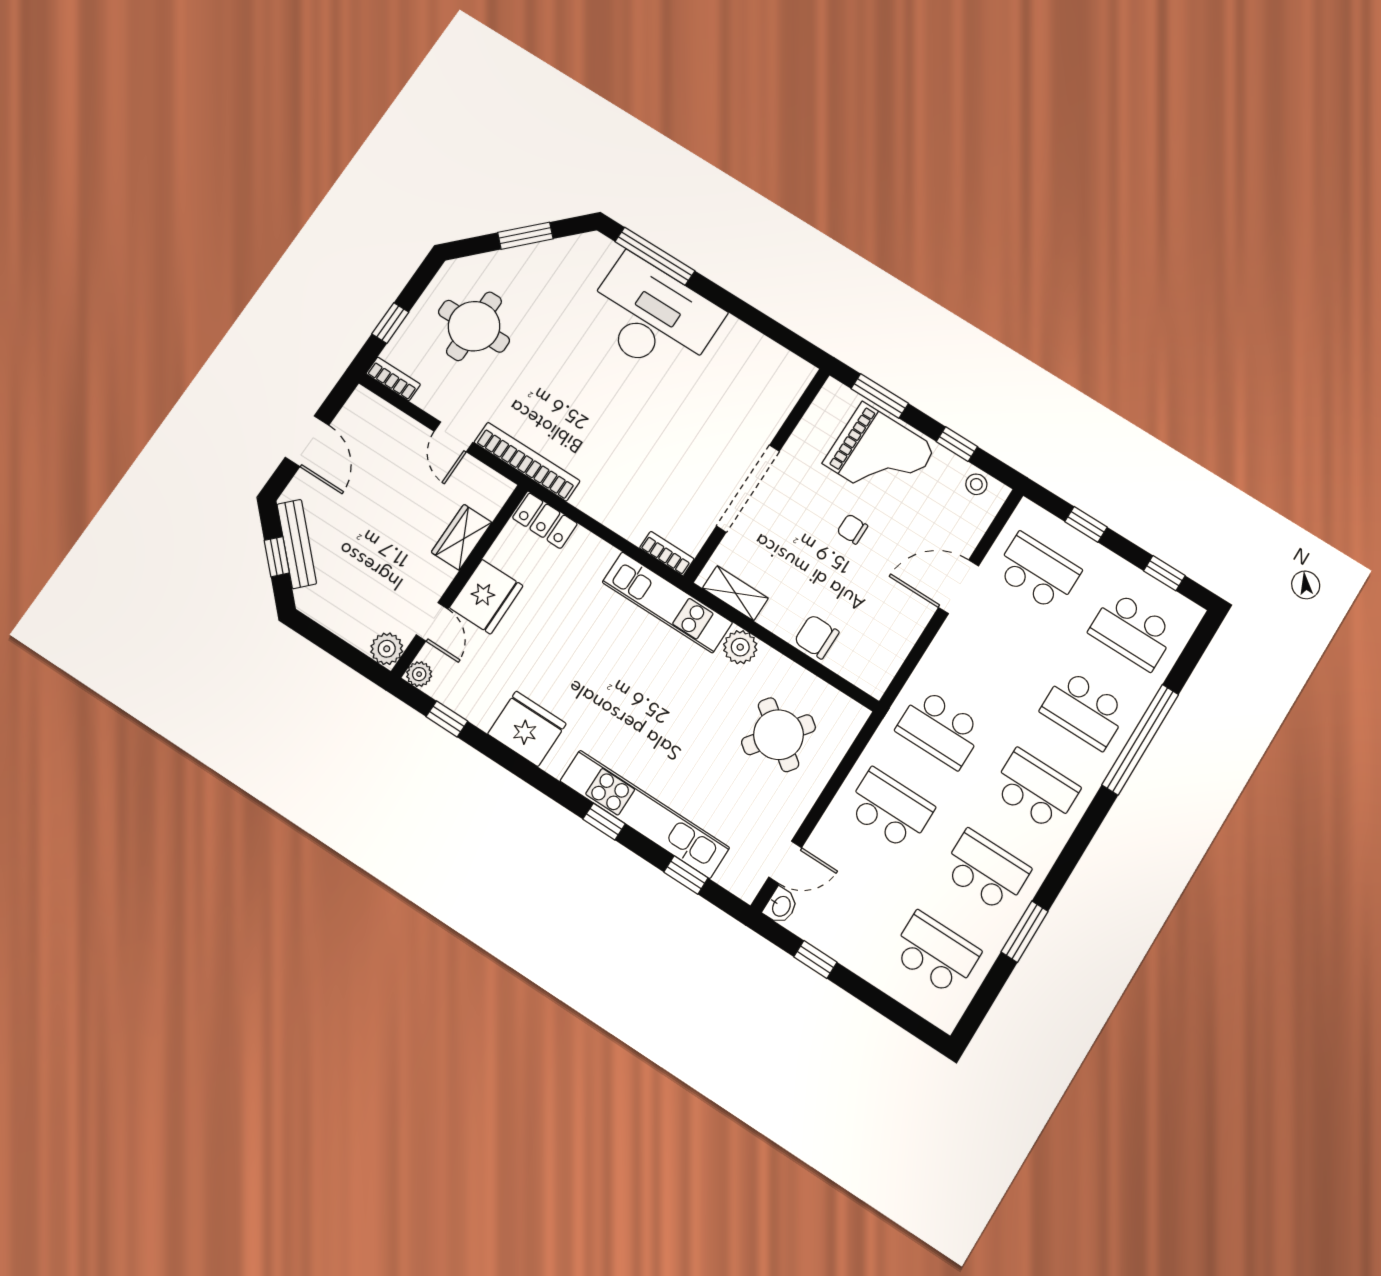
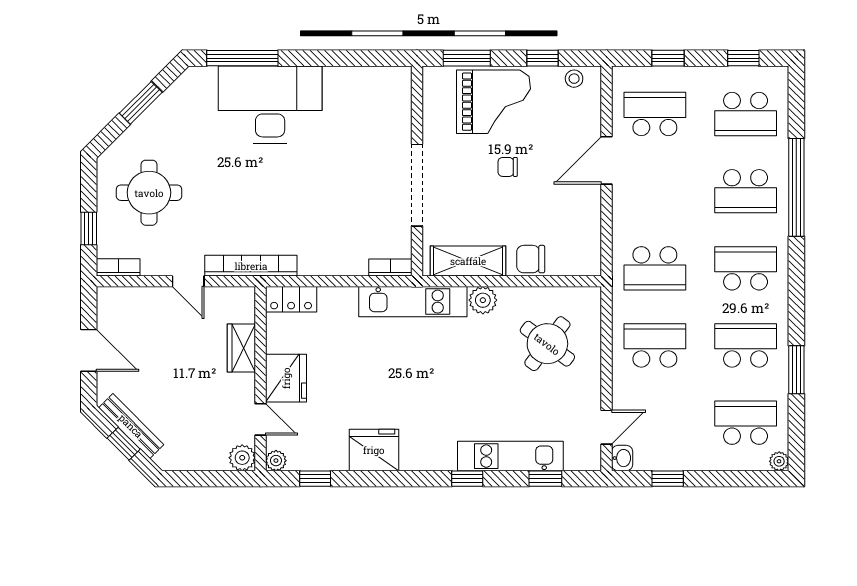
shelving: (735, 593) -> (468, 261), width x1.50, depth x1.33
kitchen unit: (645, 814) -> (510, 456), width x0.73
plant: (946, 1019) -> (779, 461), added

